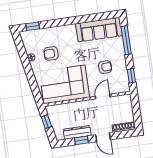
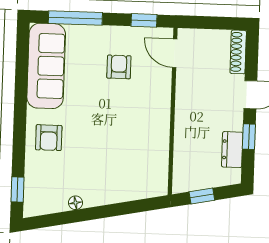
armchair: (51, 53) -> (49, 138), moved
corner sofa: (64, 84) -> (138, 150), removed
door: (103, 97) -> (175, 53), moved
dresser: (77, 132) -> (232, 150), width x0.70

